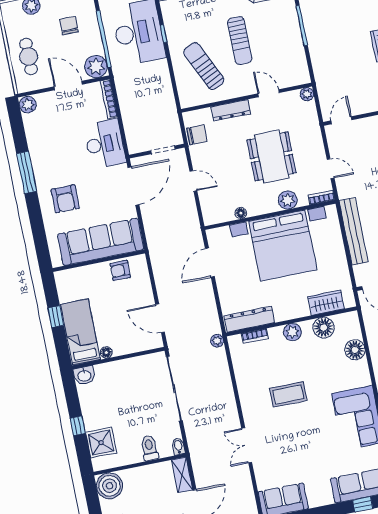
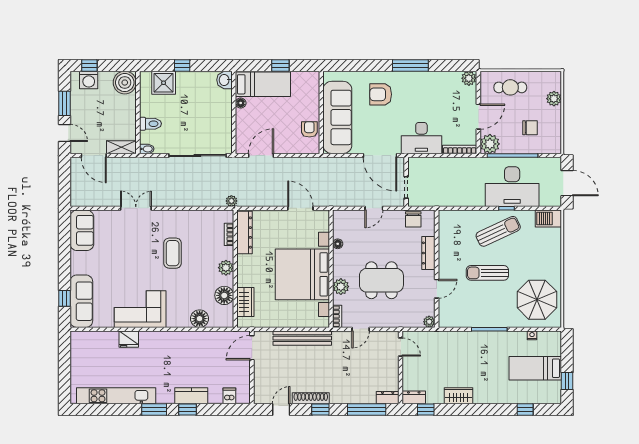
sun lounger: (204, 66) -> (498, 231), moved

